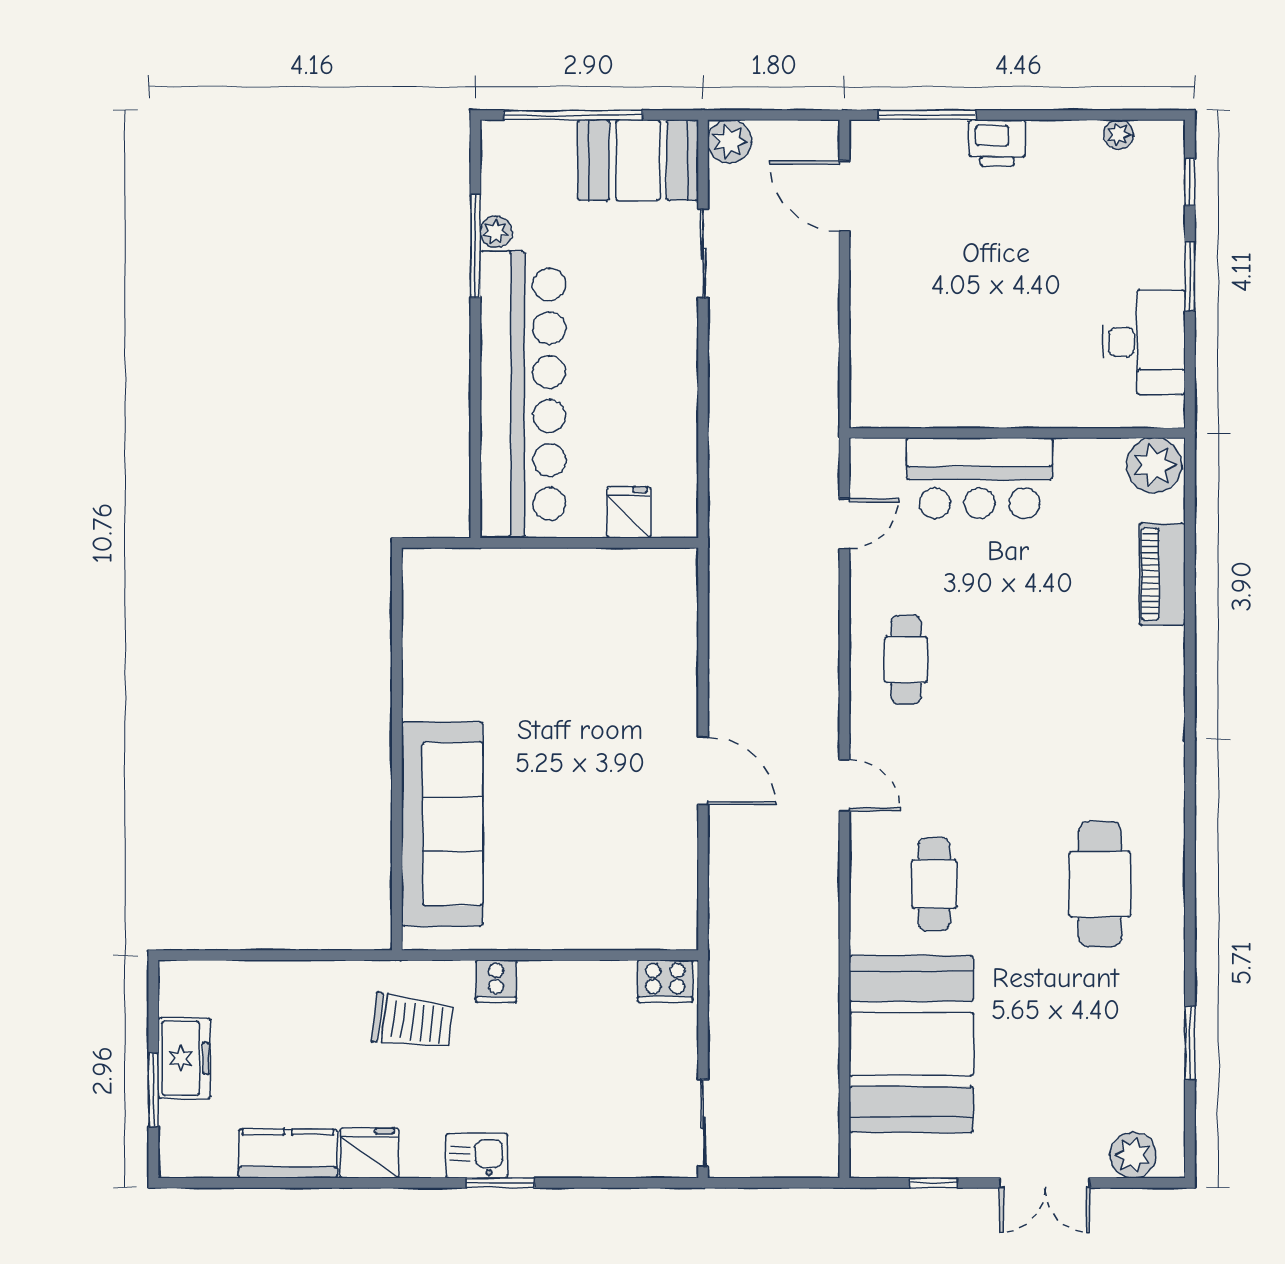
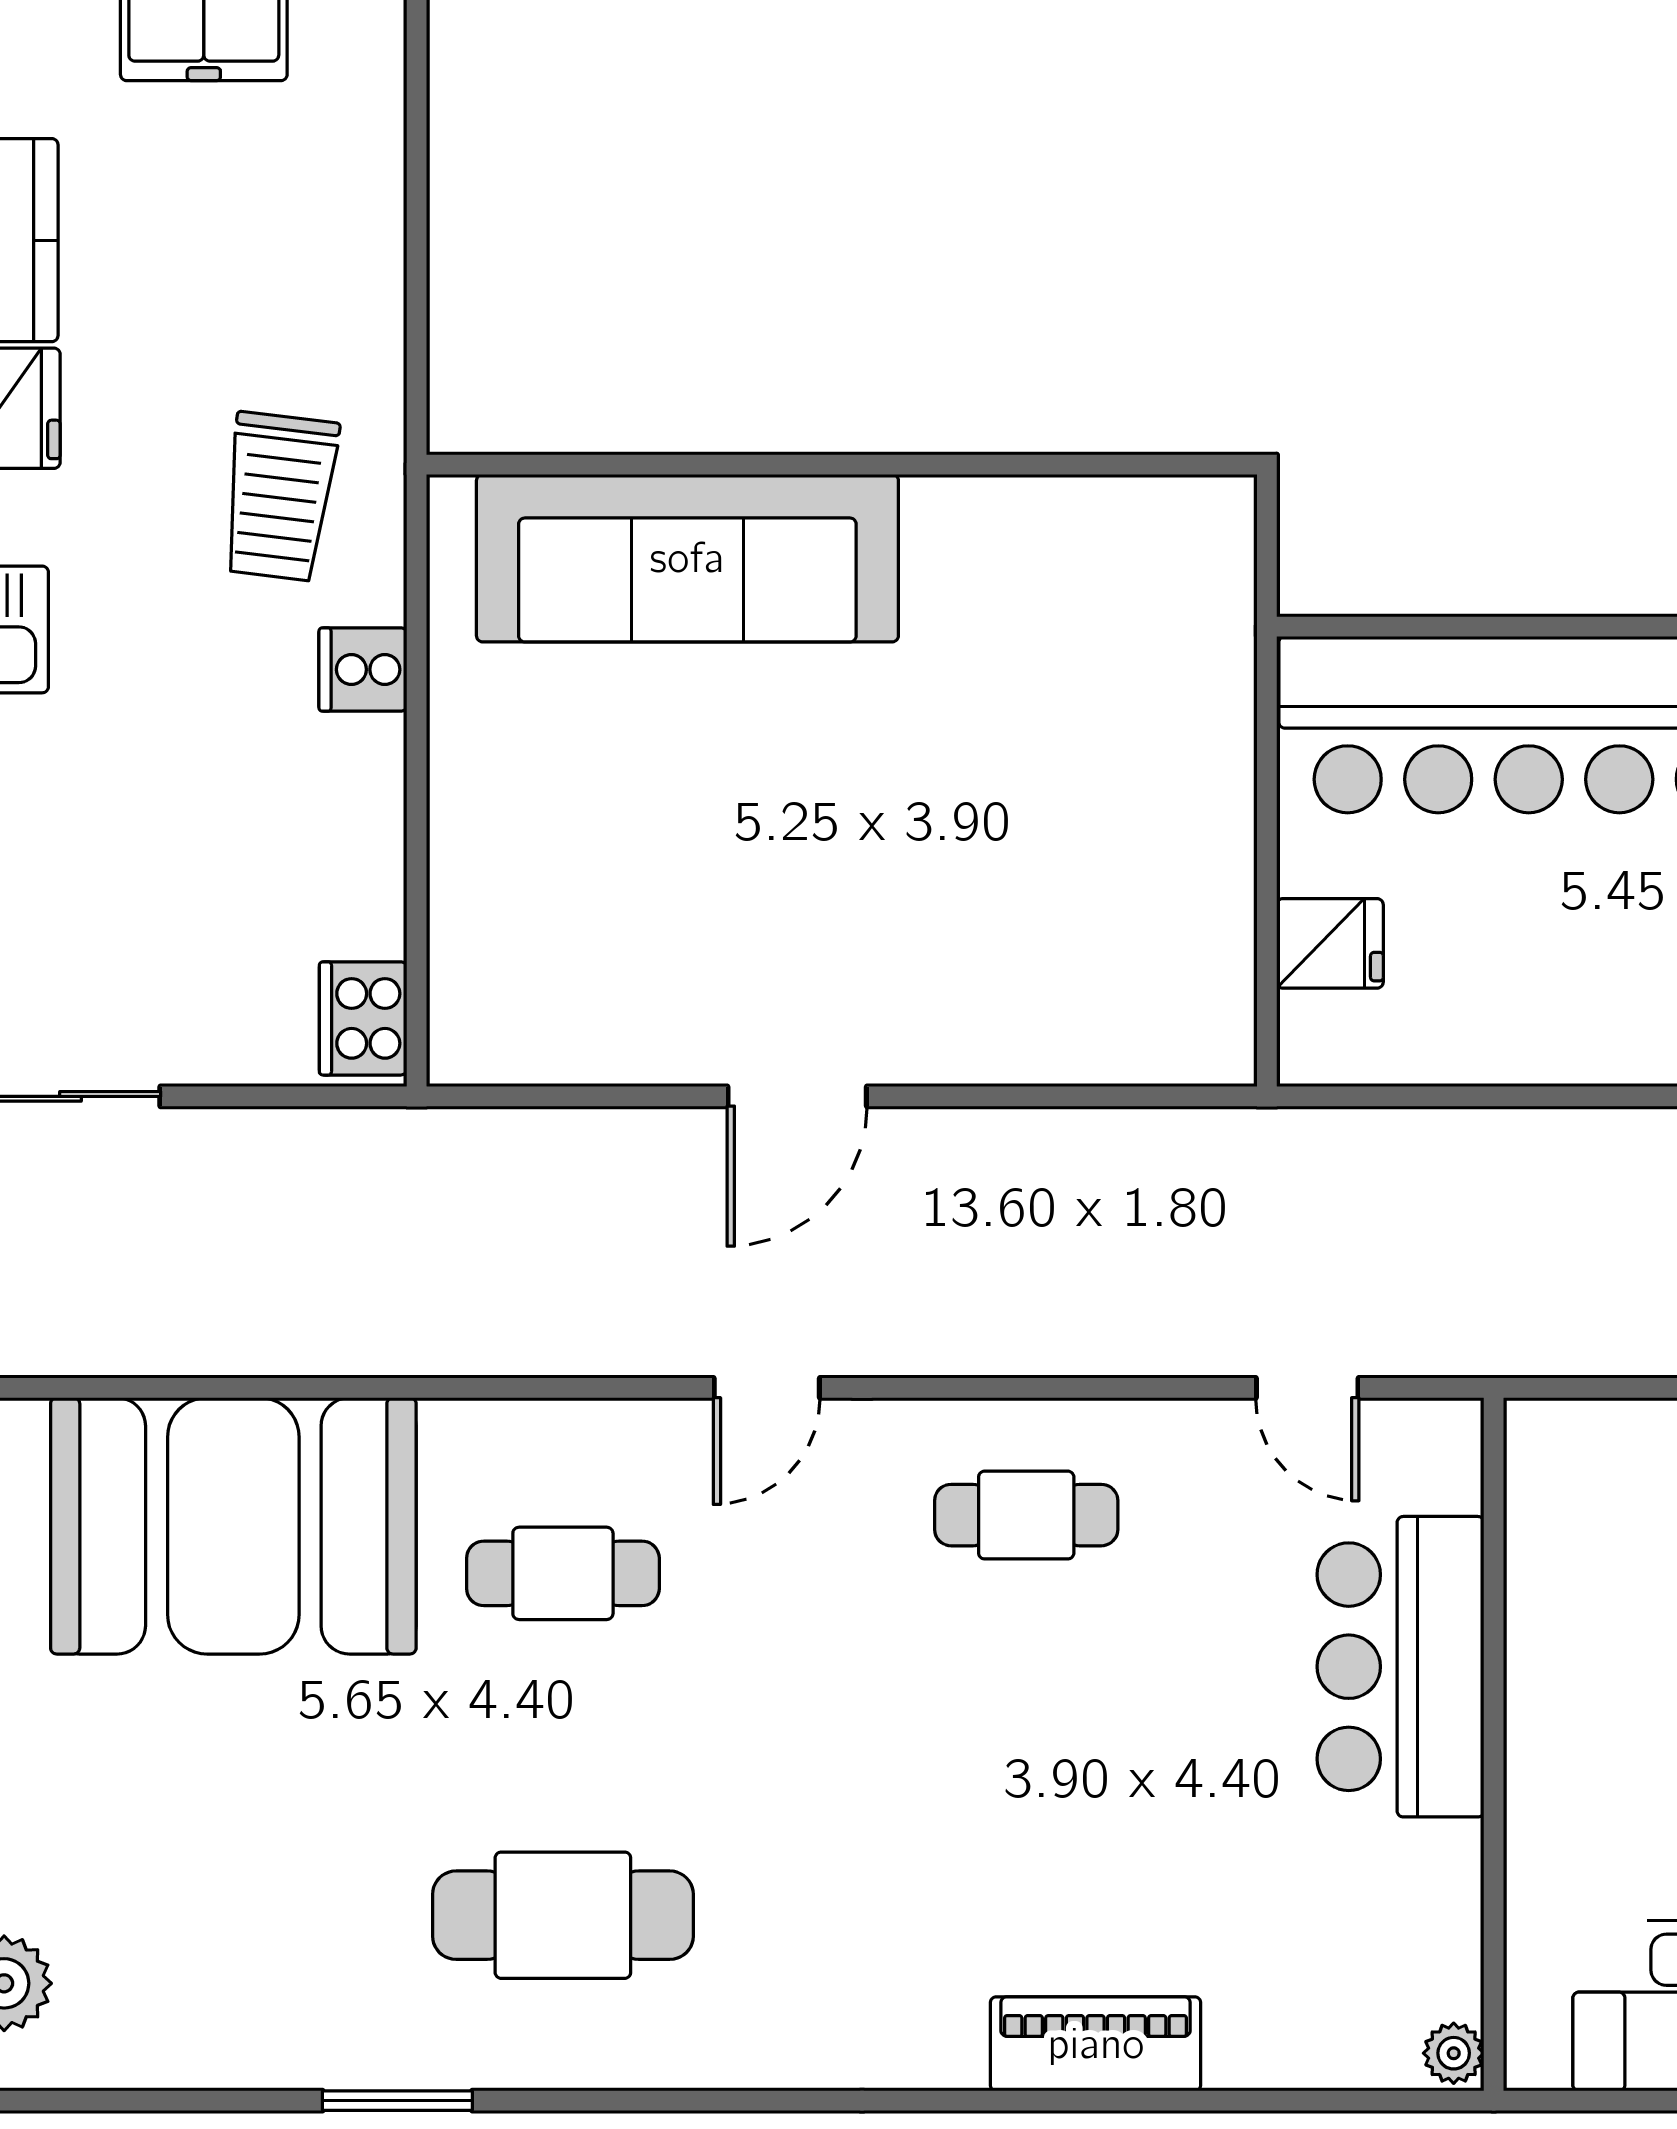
plant: (1154, 465) -> (1454, 2053), width x0.53, depth x0.53
piano: (1162, 574) -> (1096, 2044), moved
window: (1190, 1043) -> (397, 2101), moved

